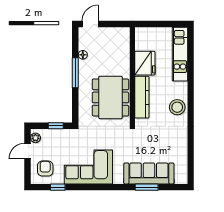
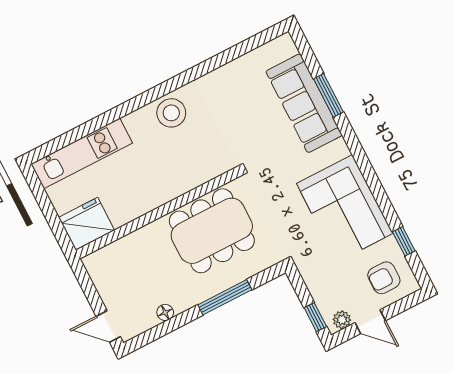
fridge: (145, 63) -> (87, 224), moved
window: (75, 73) -> (225, 297), moved
kitchen counter: (142, 97) -> (185, 180), removed
window: (56, 126) -> (315, 317), moved

